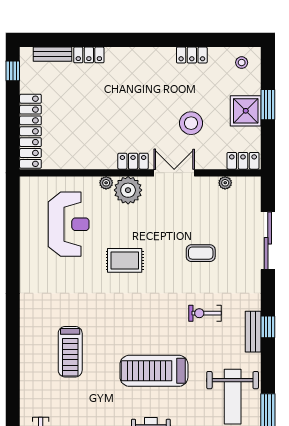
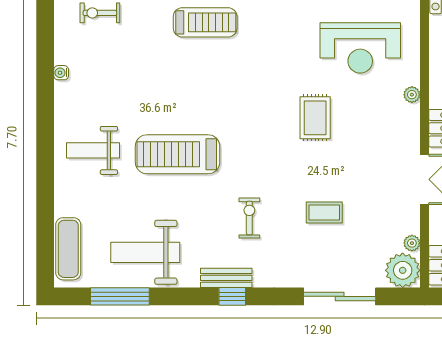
plant: (128, 190) -> (403, 270), moved
coffee table: (201, 253) -> (324, 213), turned 90
treadmill: (70, 352) -> (205, 22), moved, turned 180
treadmill: (154, 371) -> (178, 154), turned -90

